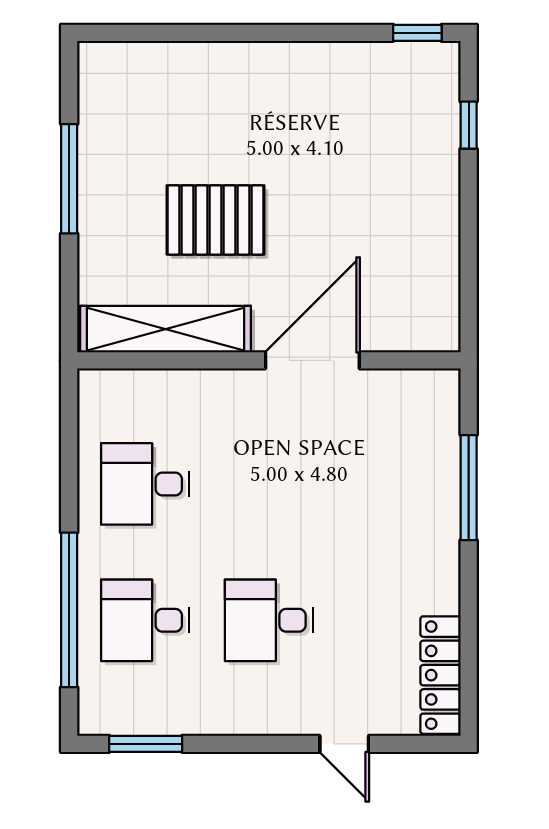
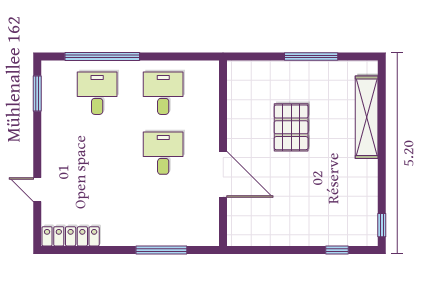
shelving: (166, 329) -> (367, 117), moved
desk: (269, 620) -> (163, 153), moved
door: (344, 744) -> (37, 190), hinge flipped

